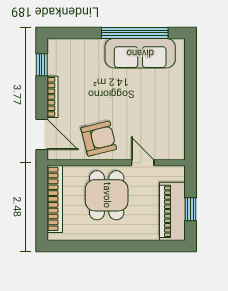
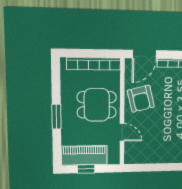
door: (143, 163) -> (122, 132), hinge flipped
window: (122, 246) -> (56, 117), added

